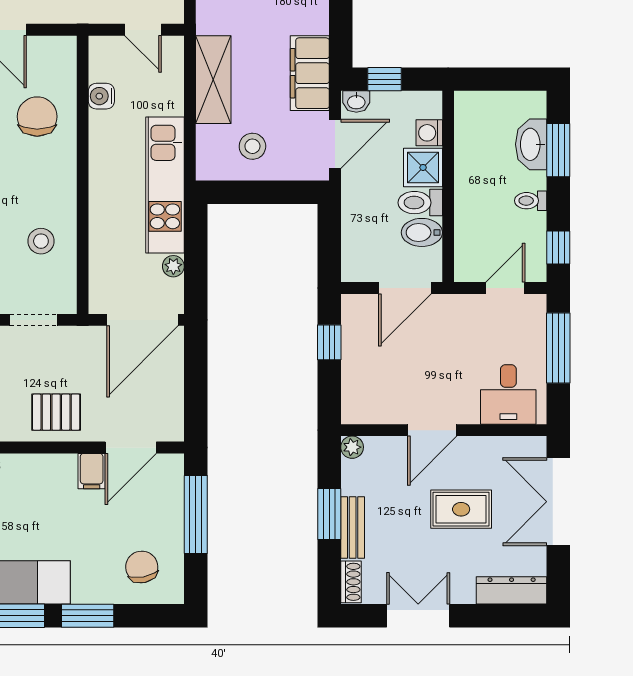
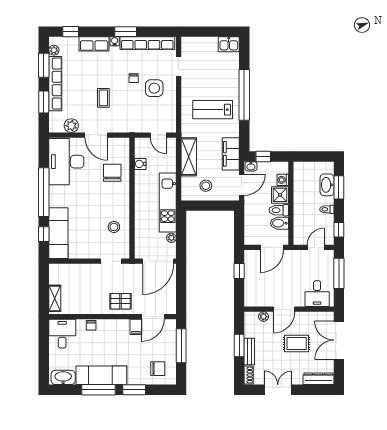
plant: (352, 447) -> (263, 317), moved
chair: (142, 567) -> (158, 369), turned 101

